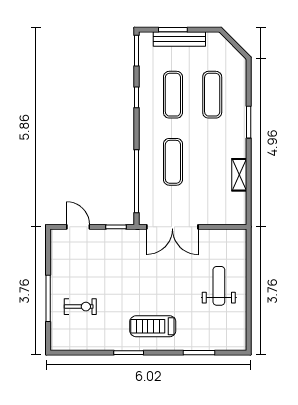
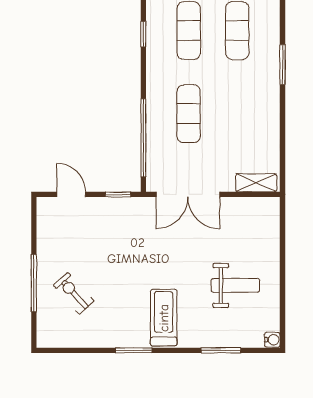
shelving: (239, 175) -> (256, 183), moved, turned 90
weight bench: (219, 286) -> (235, 285), moved, turned 90
exercise bike: (80, 307) -> (74, 293), turned -132
treadmill: (153, 326) -> (164, 318), turned 90
water cooler: (240, 344) -> (272, 340), added

